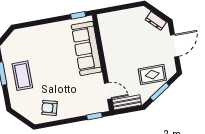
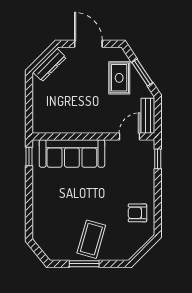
dresser: (156, 21) -> (50, 65), width x1.44
coffee table: (22, 76) -> (91, 239), turned -74
armchair: (49, 108) -> (137, 213), turned 75

